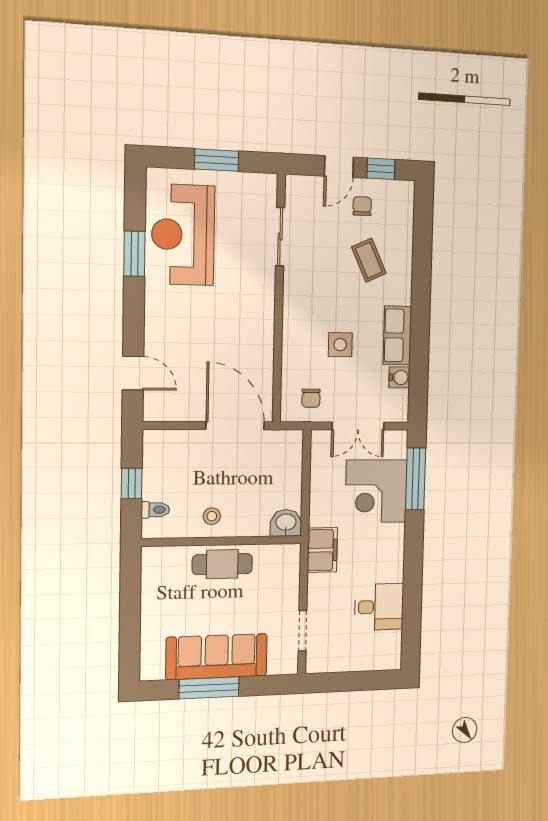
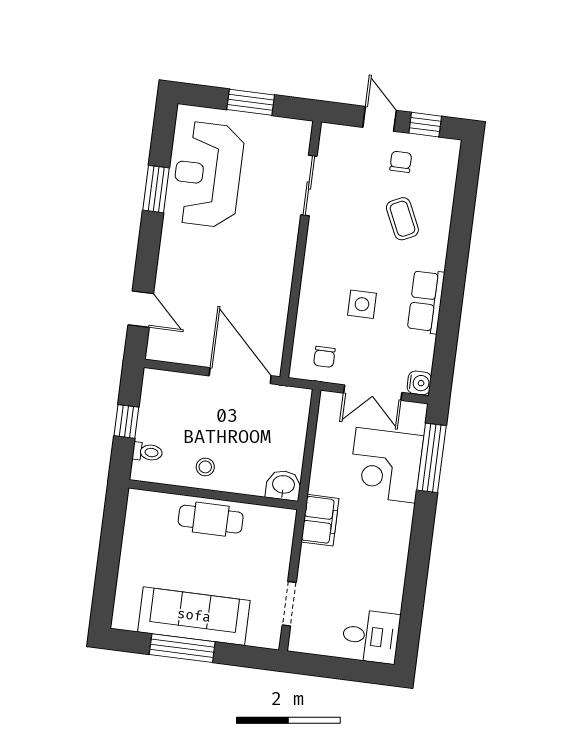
door: (339, 167) -> (380, 119), swing flipped
water cooler: (399, 377) -> (419, 383), moved
desk: (379, 607) -> (371, 636), moved

